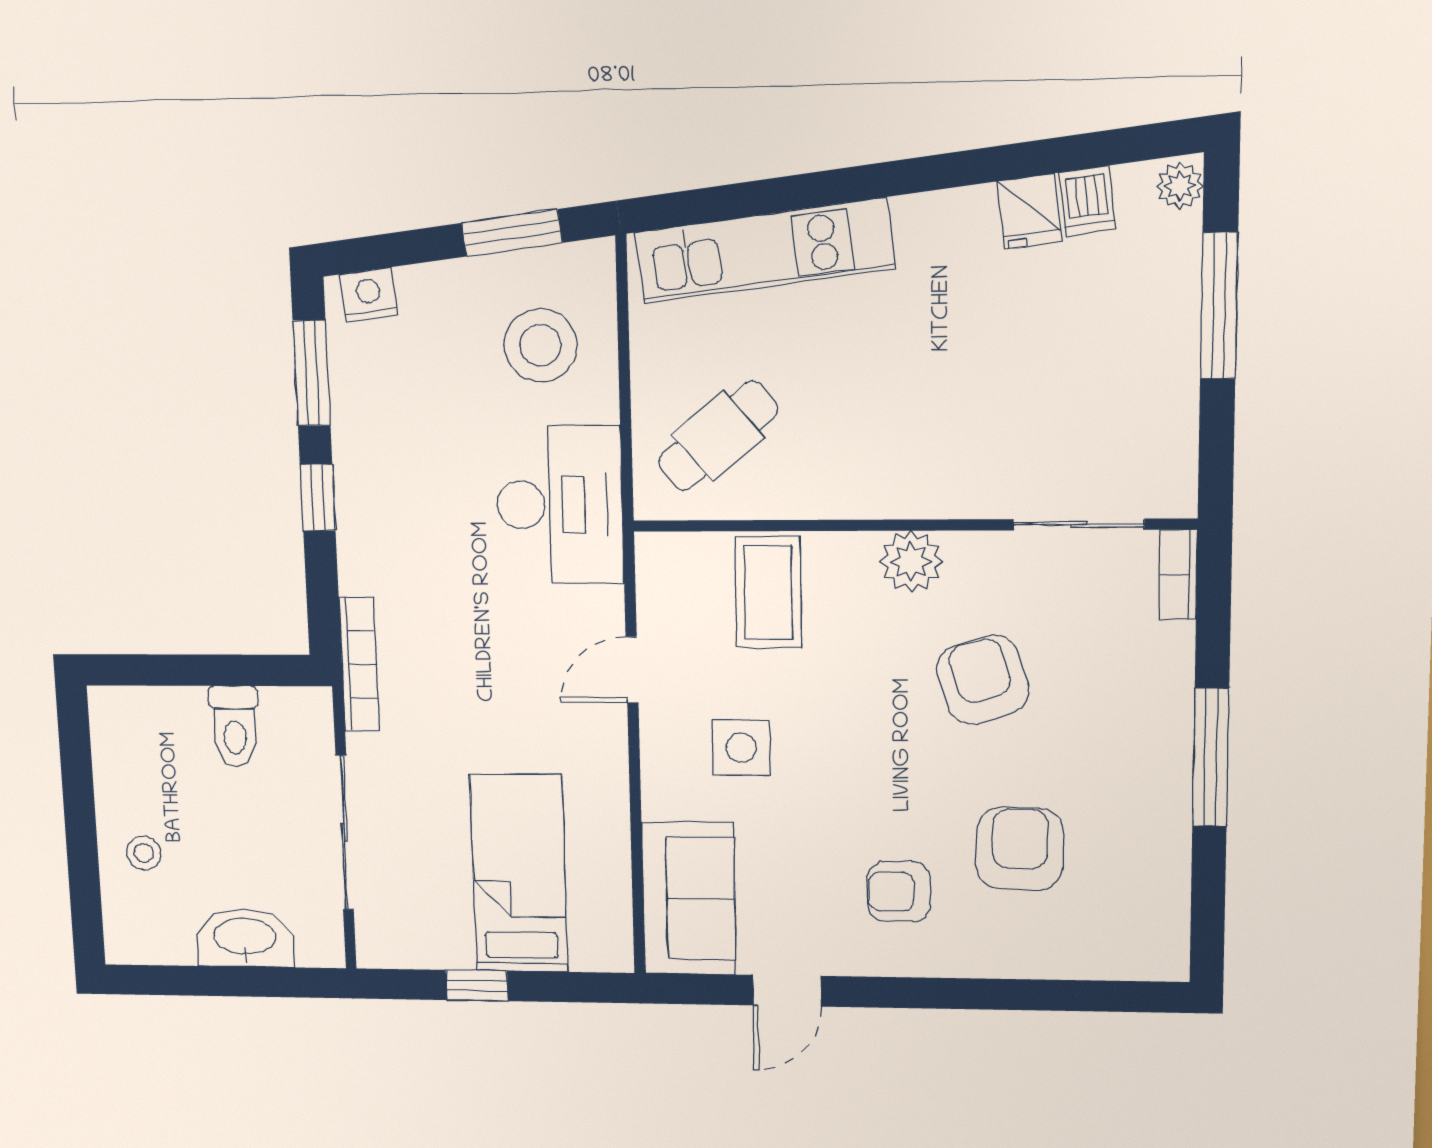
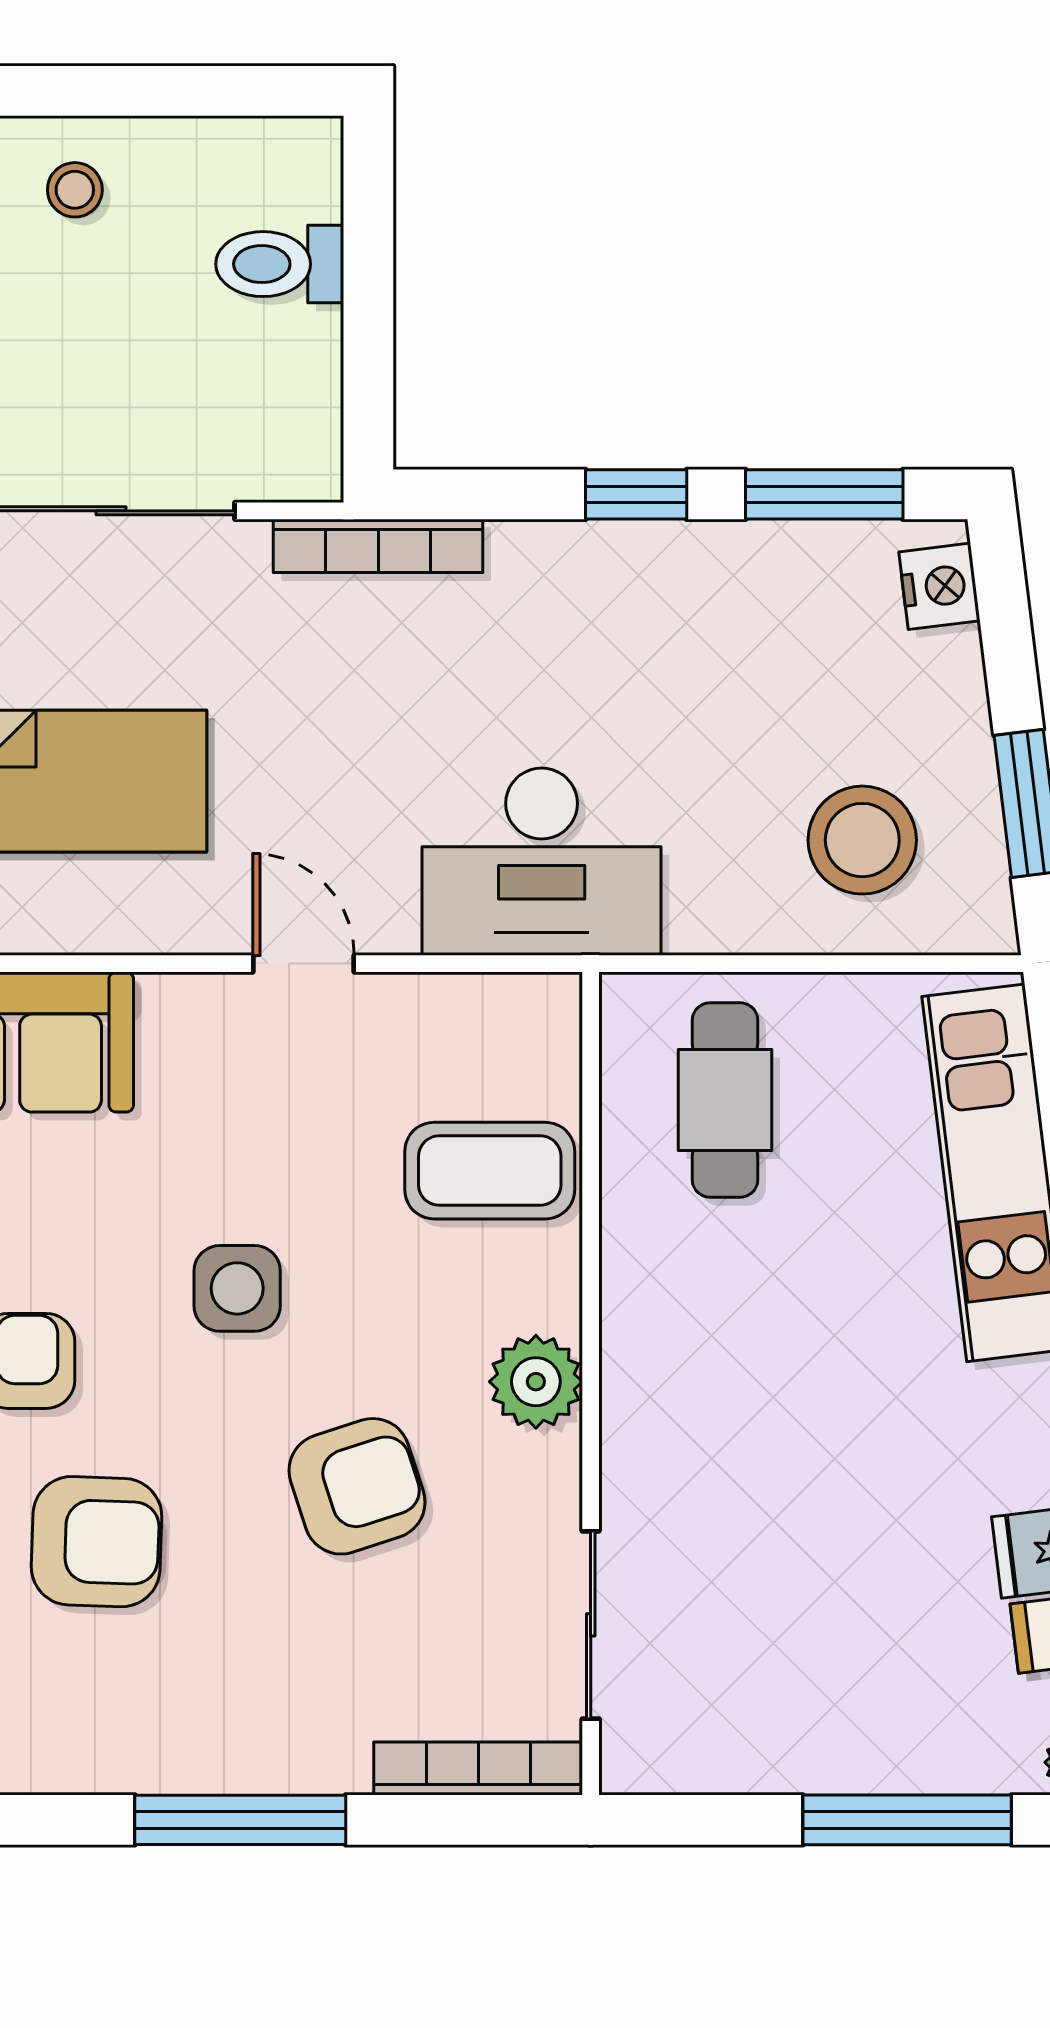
cafe table: (718, 436) -> (725, 1100), turned 40
desk: (560, 505) -> (542, 862), moved
bookcase: (1178, 575) -> (478, 1769), width x1.56
door: (632, 670) -> (304, 964), moved
toilet: (235, 726) -> (280, 264), moved
side table: (741, 748) -> (237, 1288), moved

